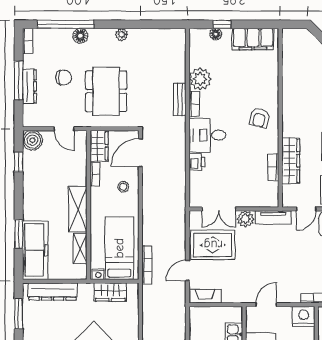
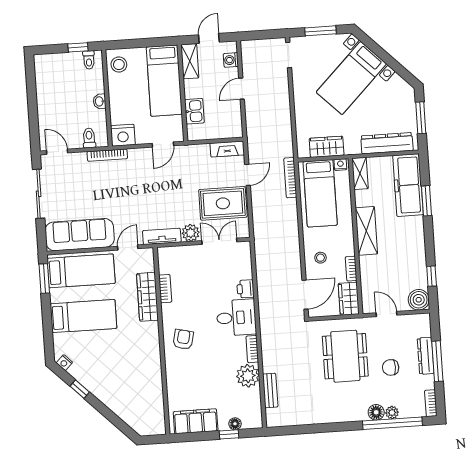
plant: (122, 35) -> (392, 413), moved
bench: (180, 99) -> (270, 391), moved
shelving: (80, 249) -> (360, 173), moved

